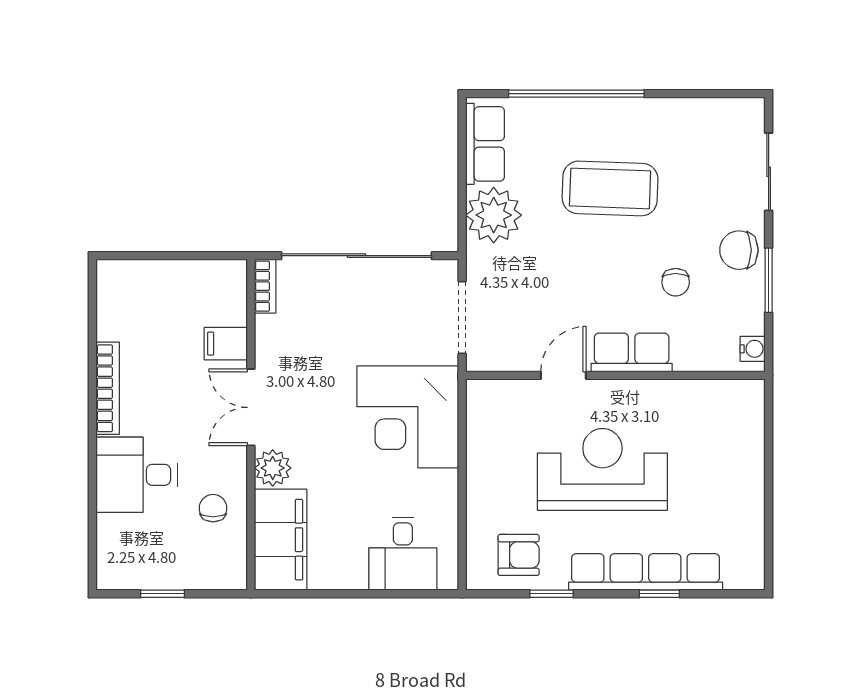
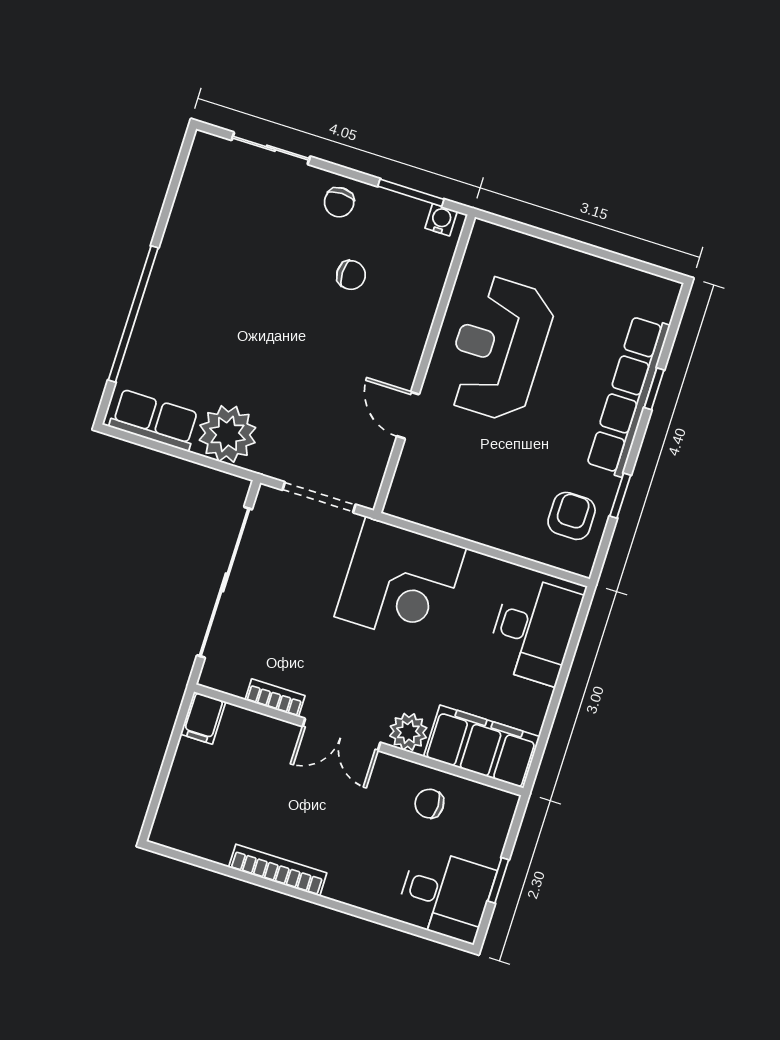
coffee table: (610, 188) -> (238, 310), removed
chair: (739, 250) -> (339, 202), width x0.73, depth x0.73
window: (769, 280) -> (411, 193), moved
bookcase: (265, 286) -> (275, 698), moved
filing cabinet: (226, 344) -> (203, 718), moved
row of seats: (632, 353) -> (407, 341), removed
reception desk: (602, 469) -> (499, 348), moved
desk: (137, 475) -> (445, 895), moved, turned -90
desk: (403, 554) -> (534, 630), width x1.37

